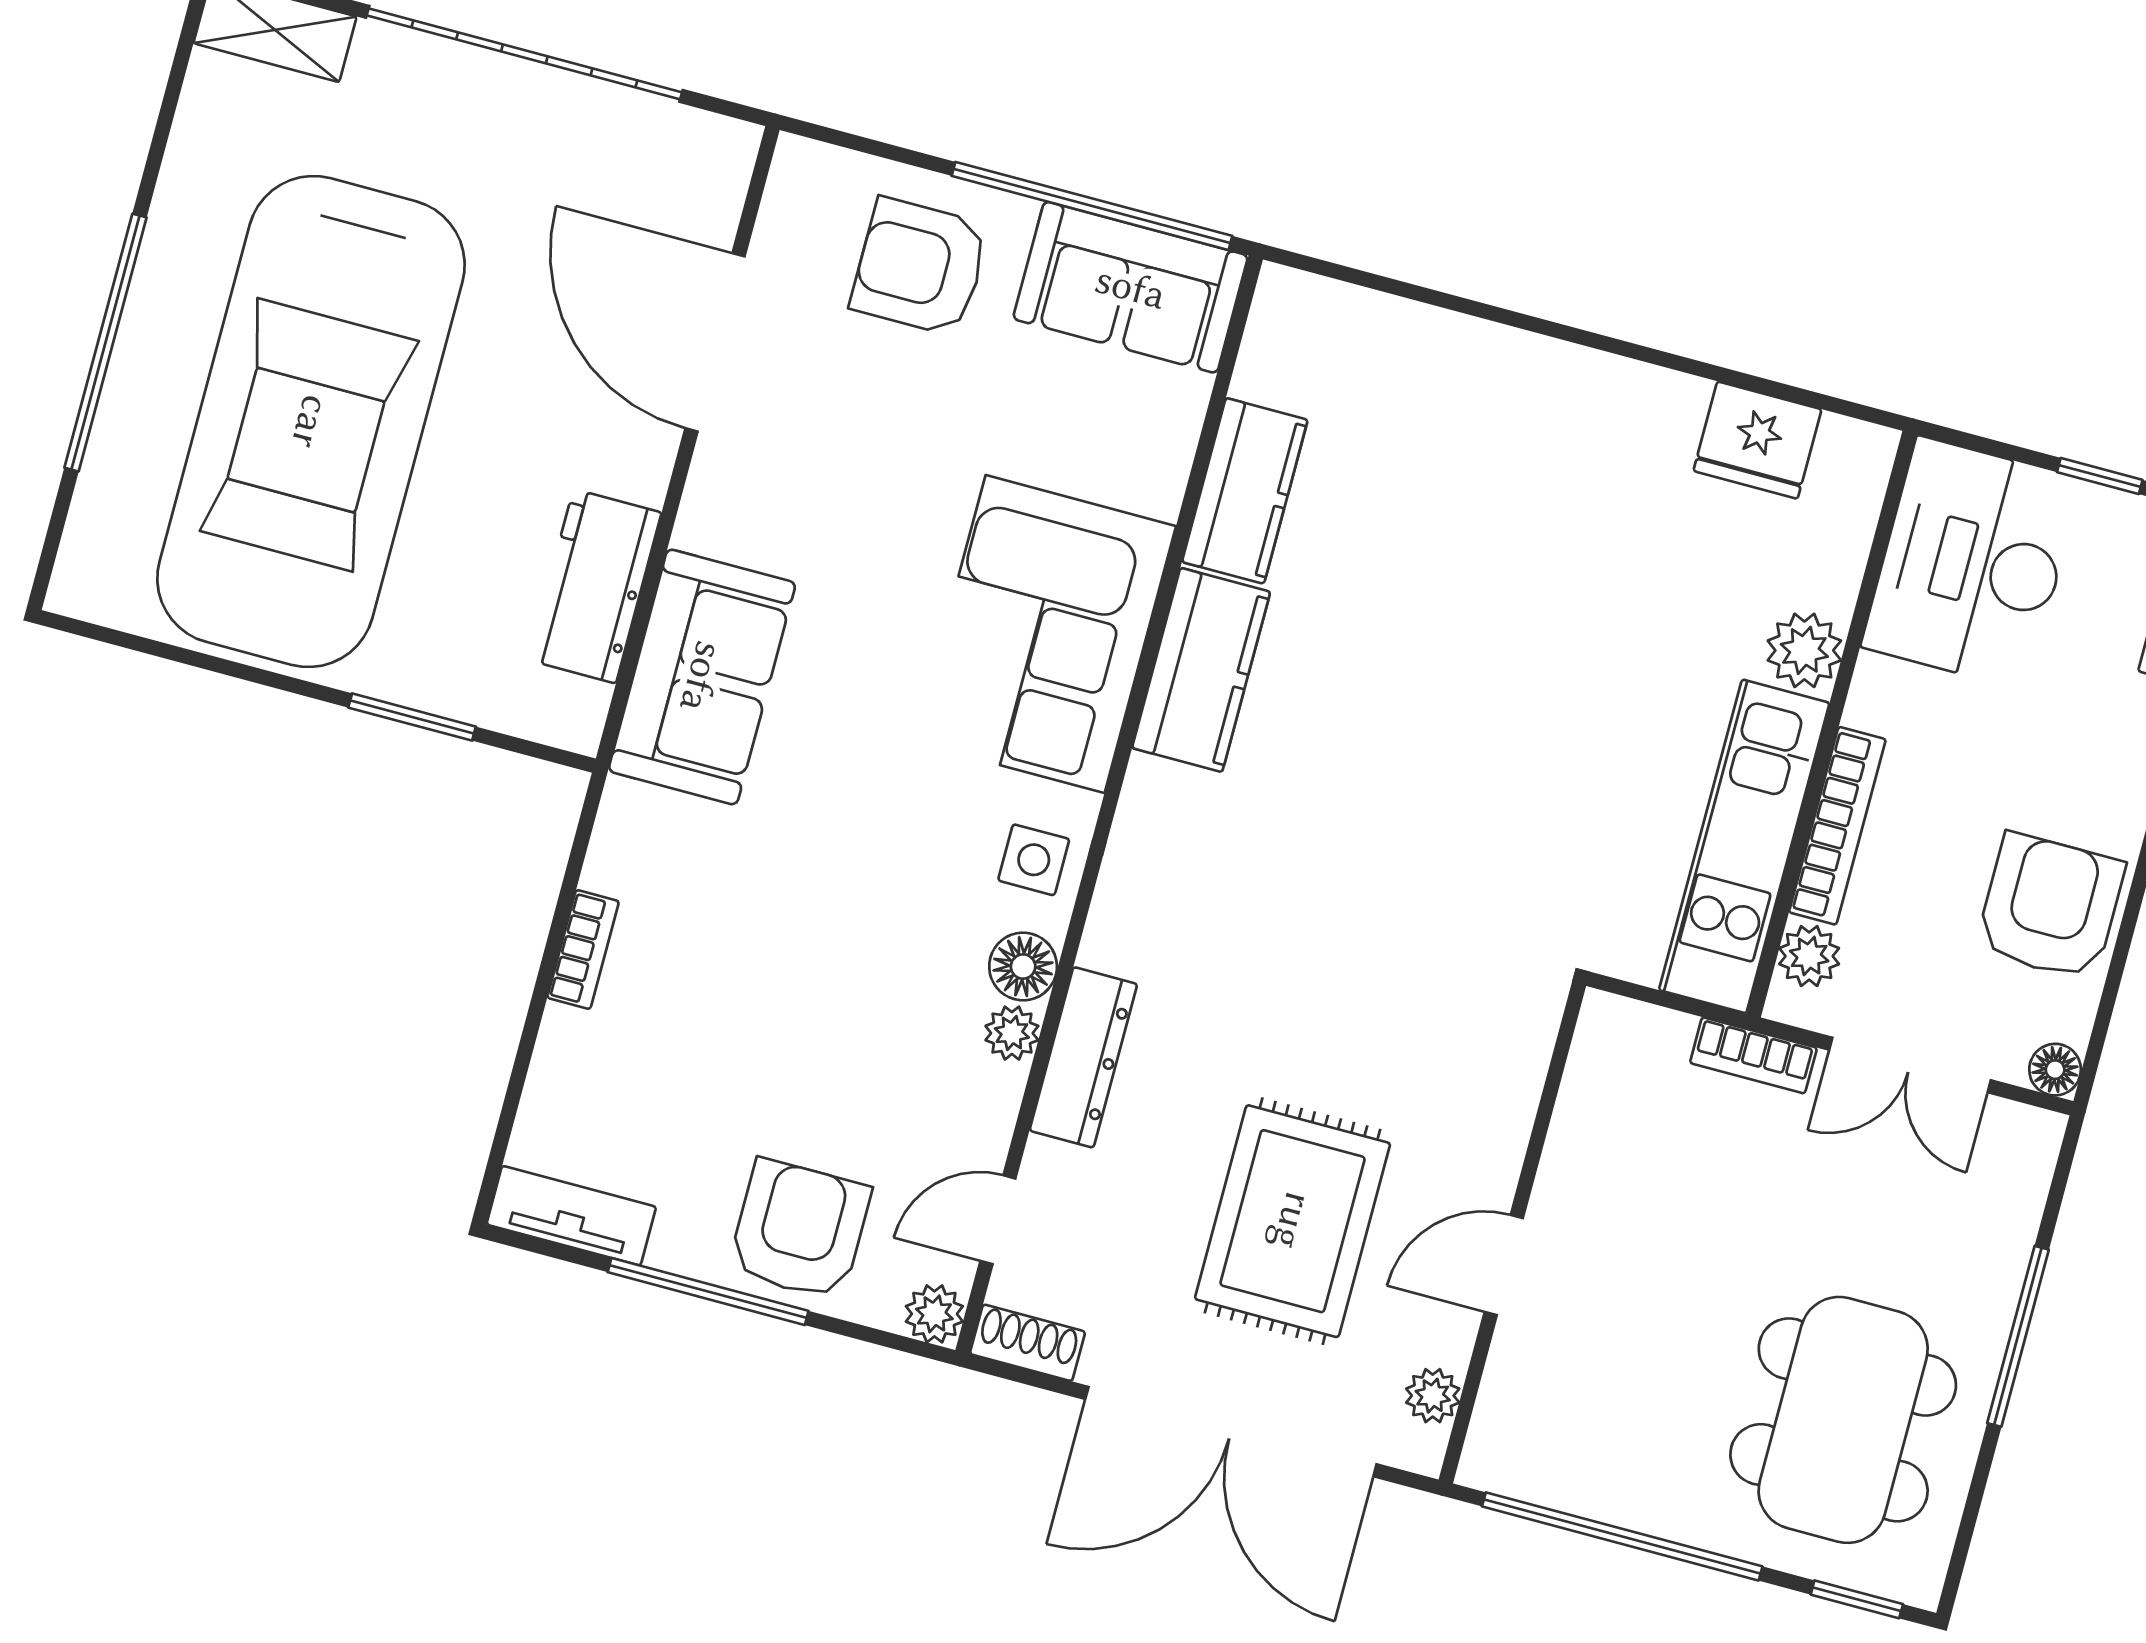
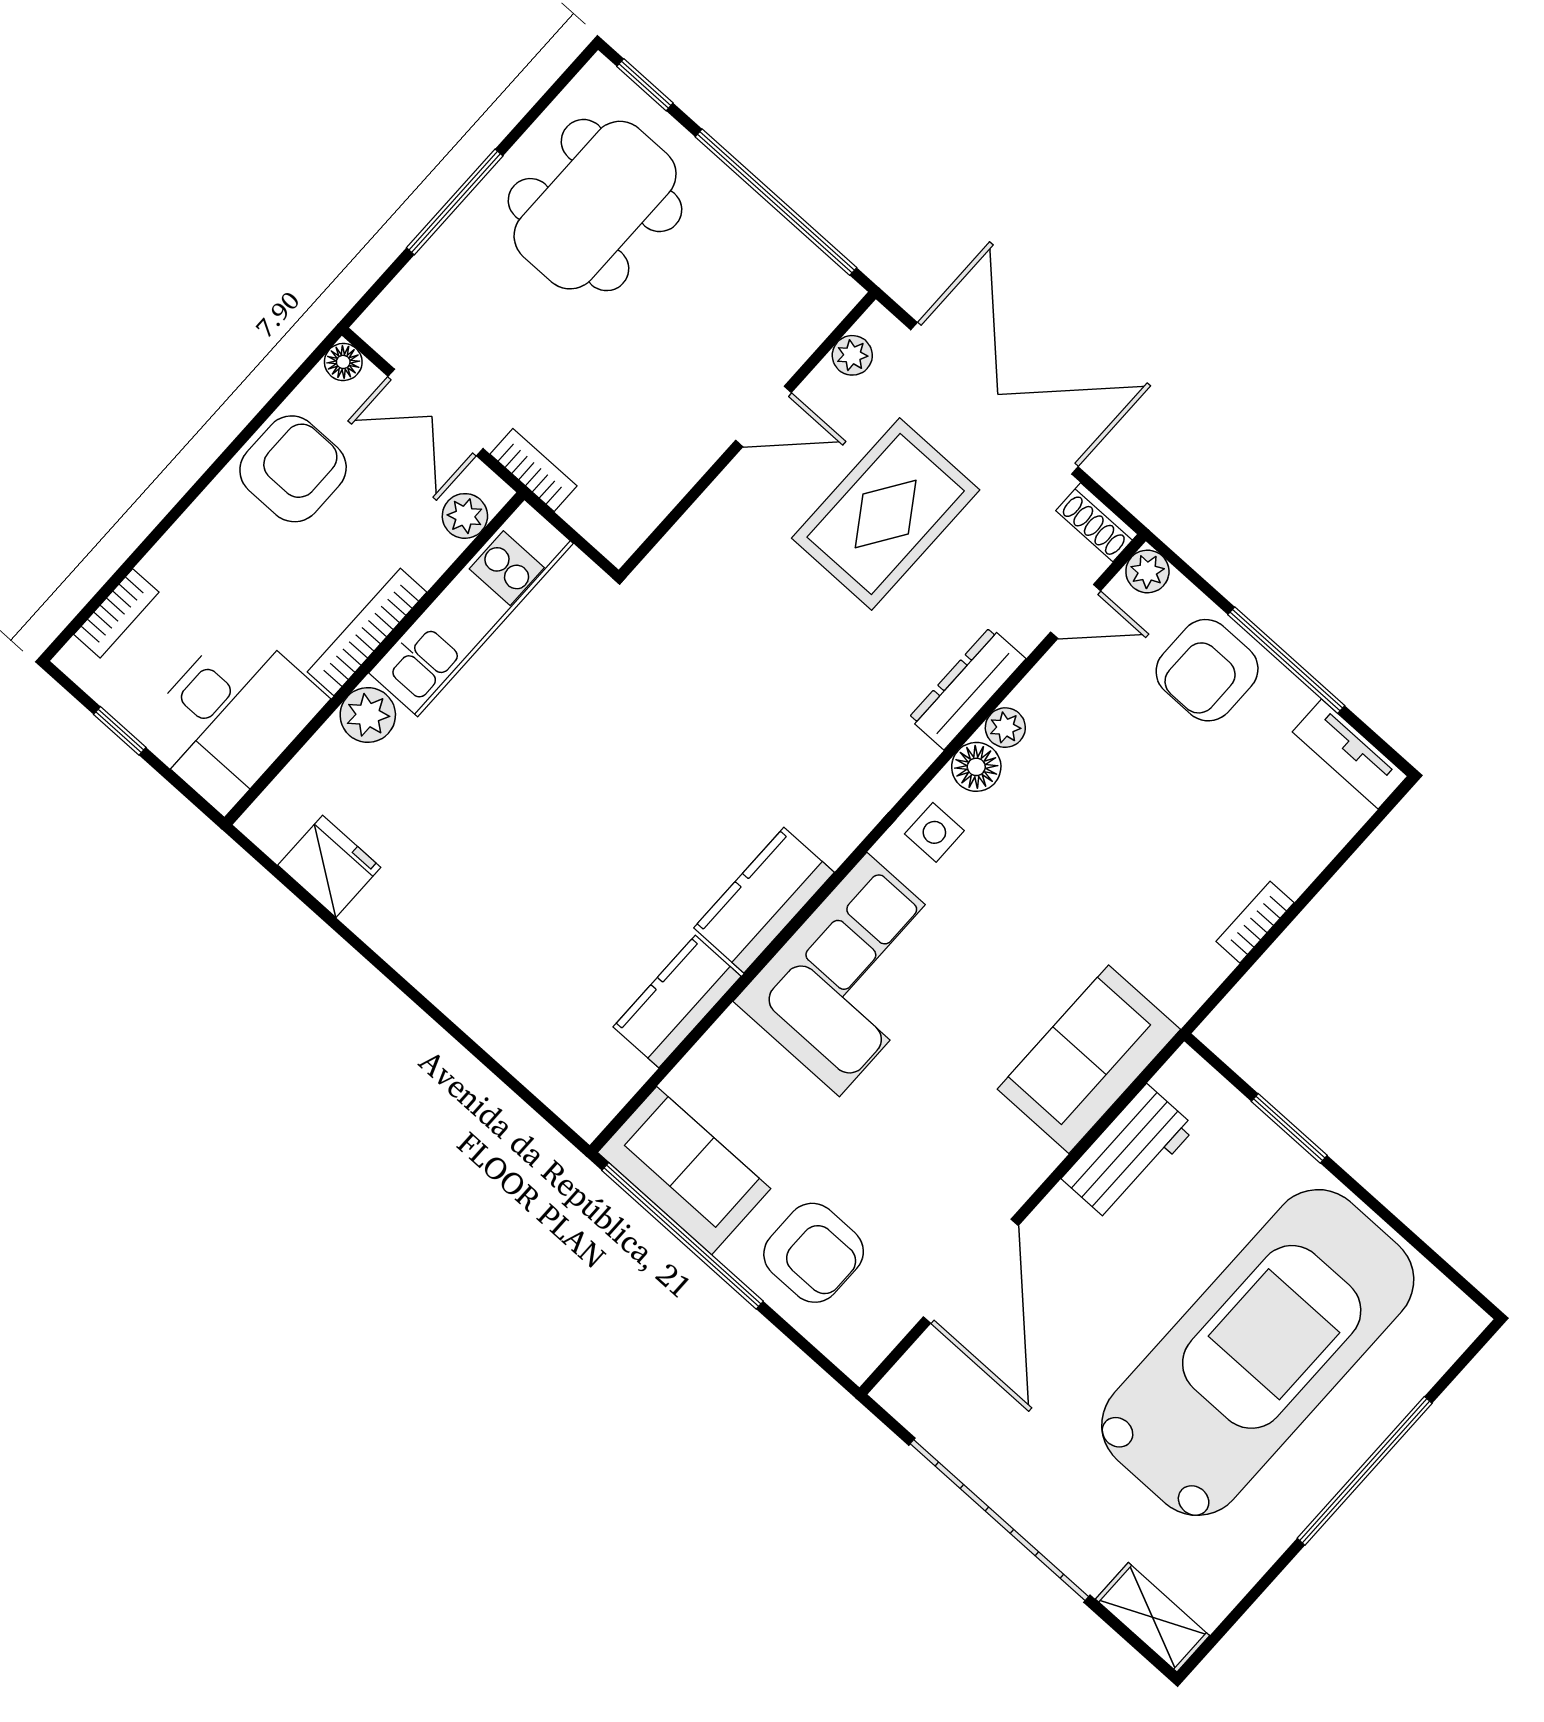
bookcase: (1837, 826) -> (367, 632), moved
armchair: (2050, 907) -> (293, 469), turned 180
double door: (1910, 1065) -> (435, 412), swing flipped

